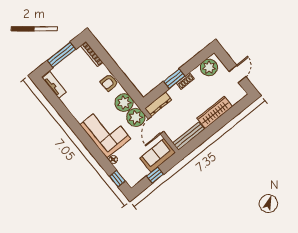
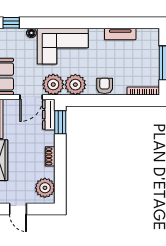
window: (174, 79) -> (60, 122), moved
tv unit: (54, 85) -> (120, 34), moved
door: (156, 125) -> (31, 97), swing flipped

